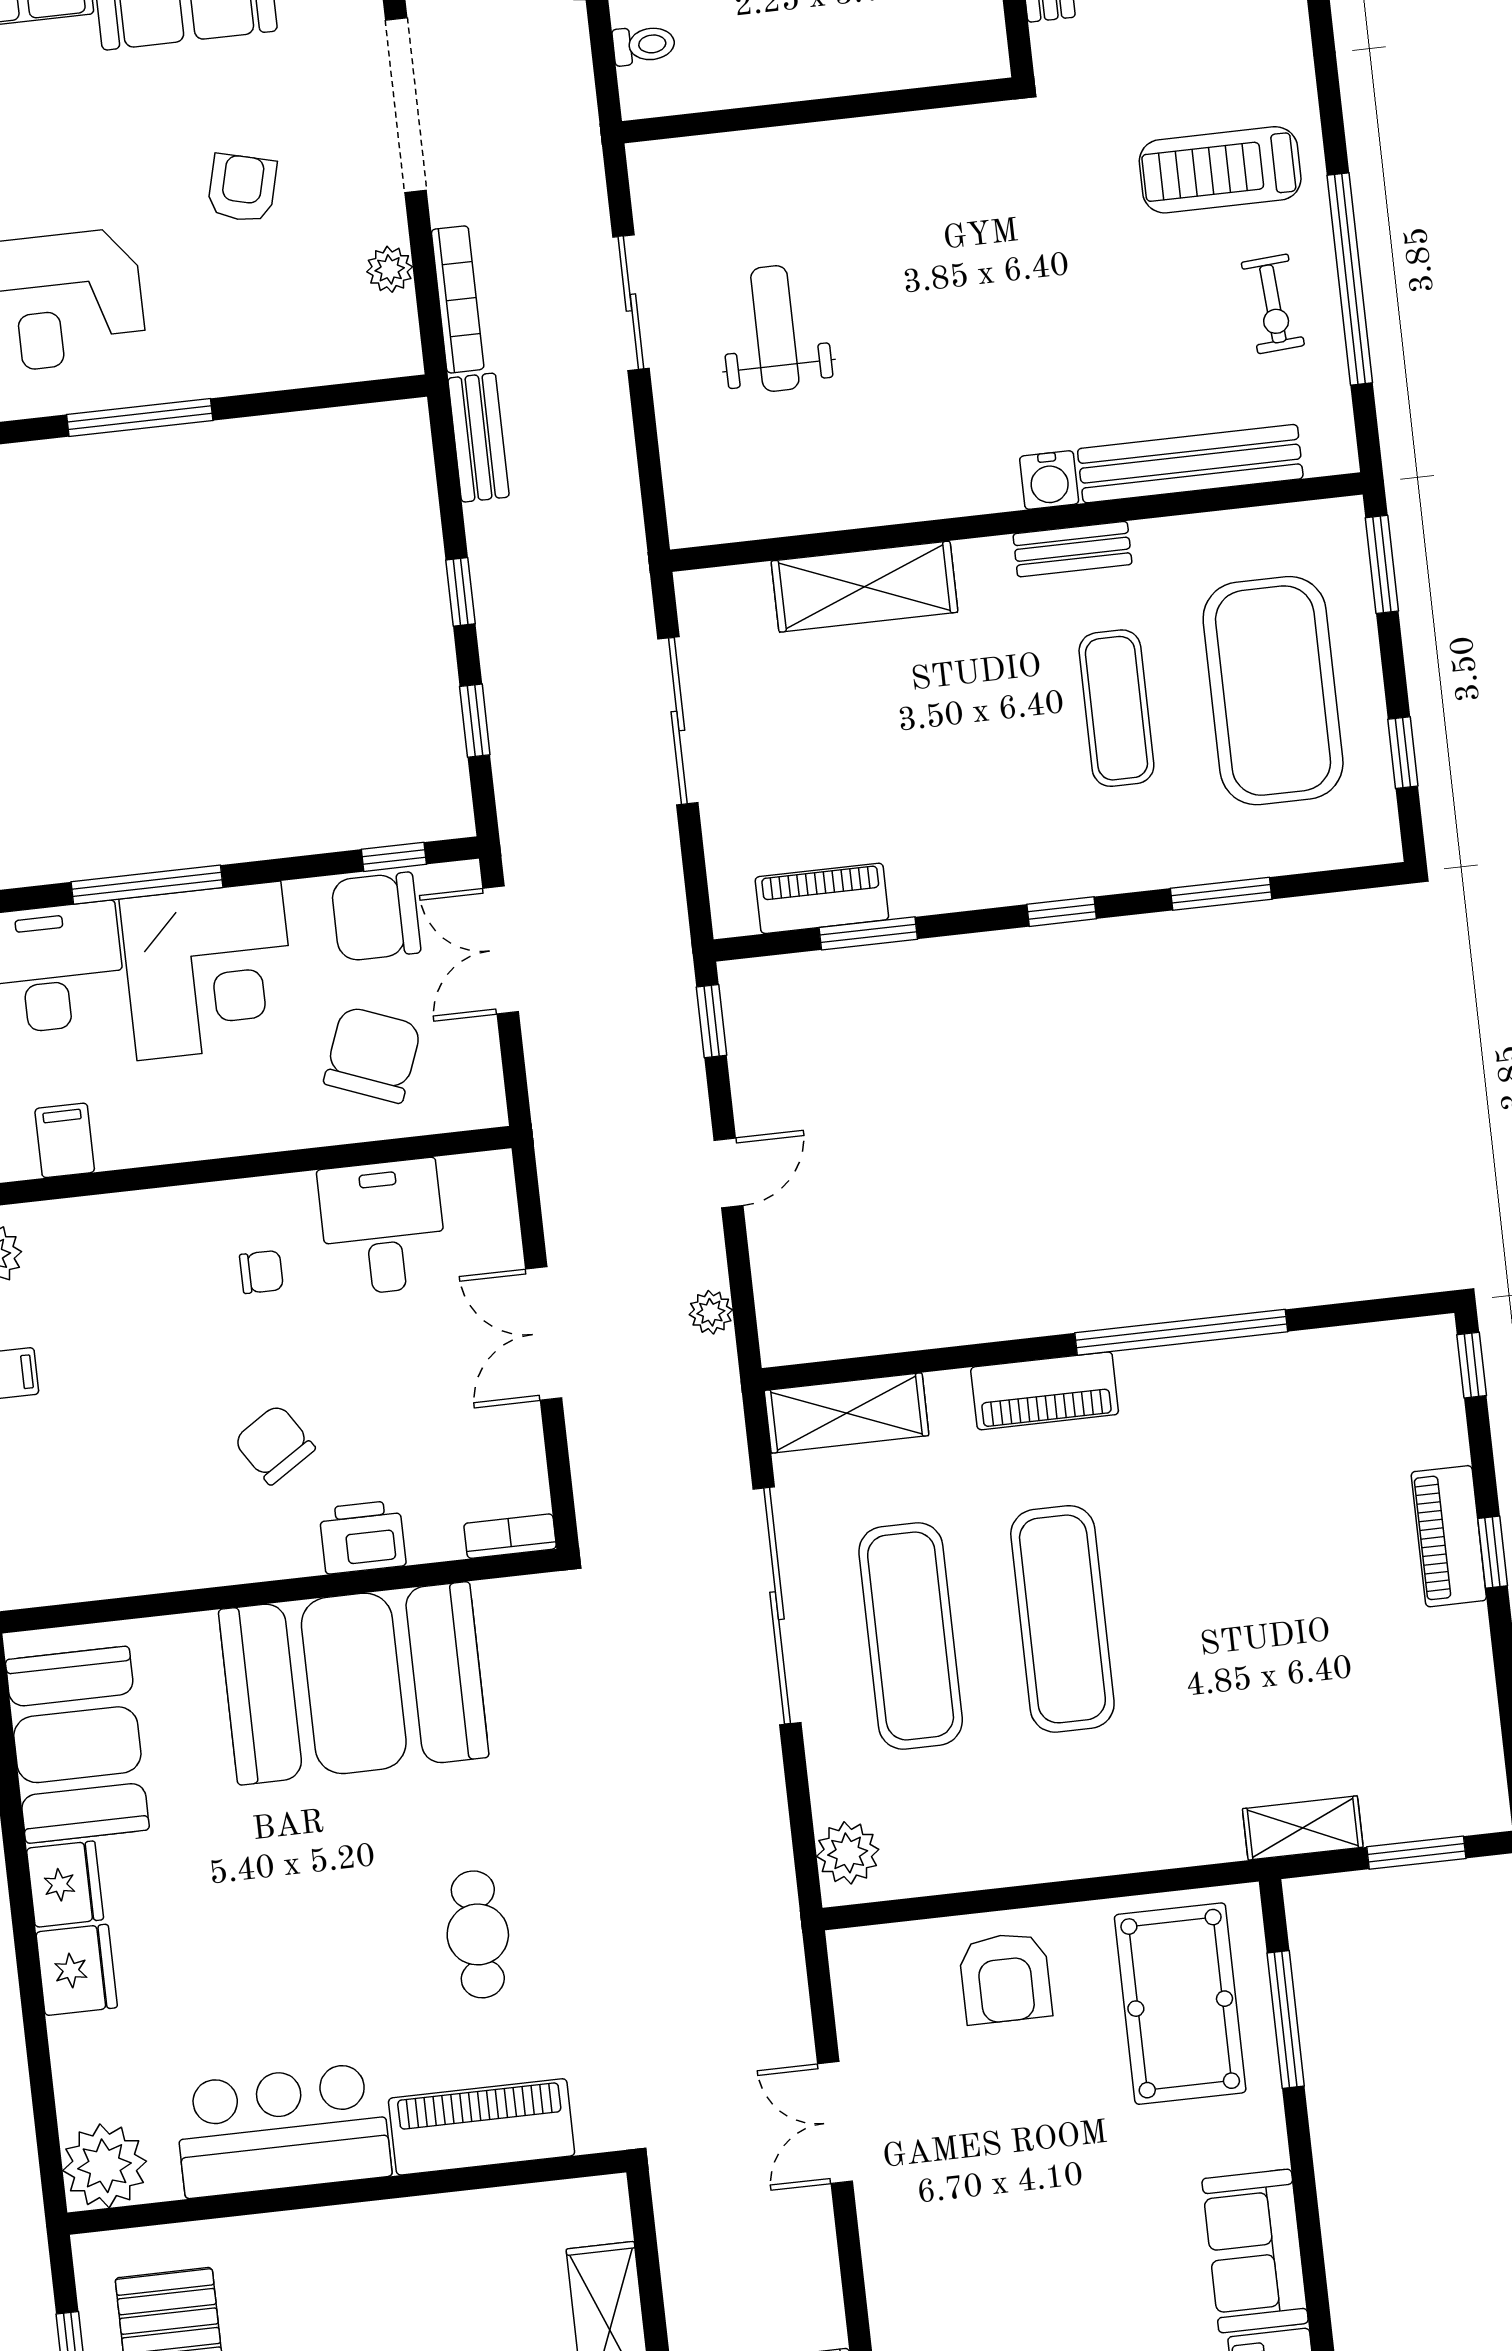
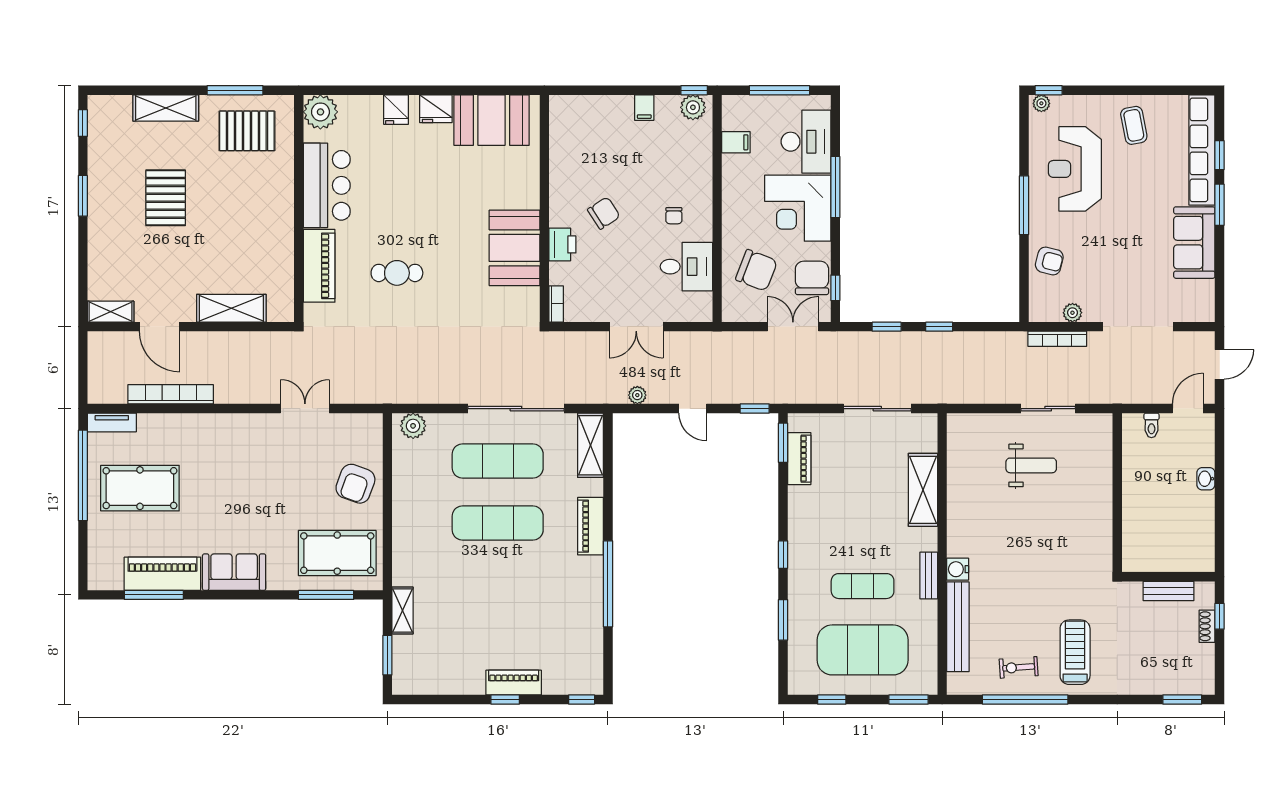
armchair: (242, 188) -> (1049, 261), moved
bench: (478, 438) -> (1001, 341), removed
window: (868, 933) -> (783, 443), moved
double door: (544, 1333) -> (636, 327), swing flipped
booth: (354, 1683) -> (514, 248), width x0.73, depth x0.70
fridge: (77, 1970) -> (396, 110), width x0.72
armchair: (1005, 1978) -> (355, 484), turned -70

